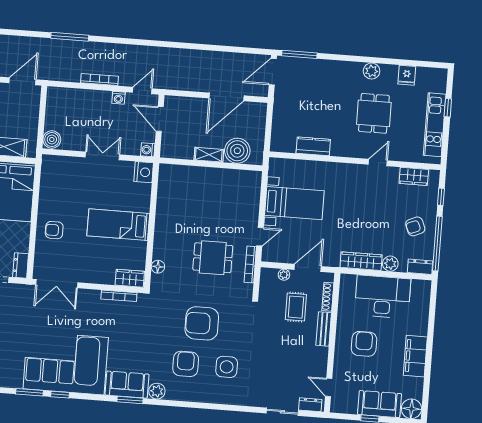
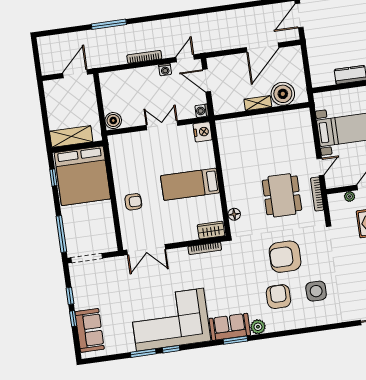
armchair: (54, 230) -> (133, 202), turned 180
dining table: (213, 258) -> (282, 195), width x1.37
dresser: (21, 265) -> (110, 240), removed

